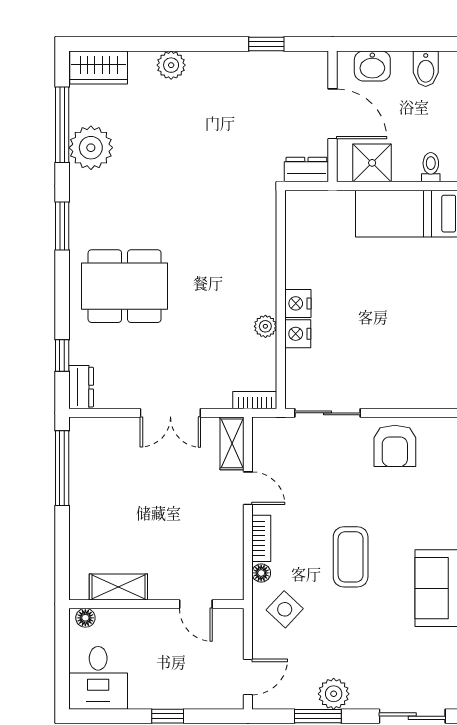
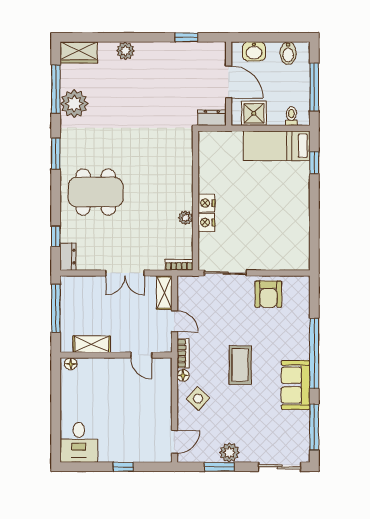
shelving: (118, 587) -> (92, 344), moved
wall: (156, 604) -> (116, 355), moved
door: (196, 604) -> (141, 355), moved
floor lamp: (85, 618) -> (71, 364), moved

